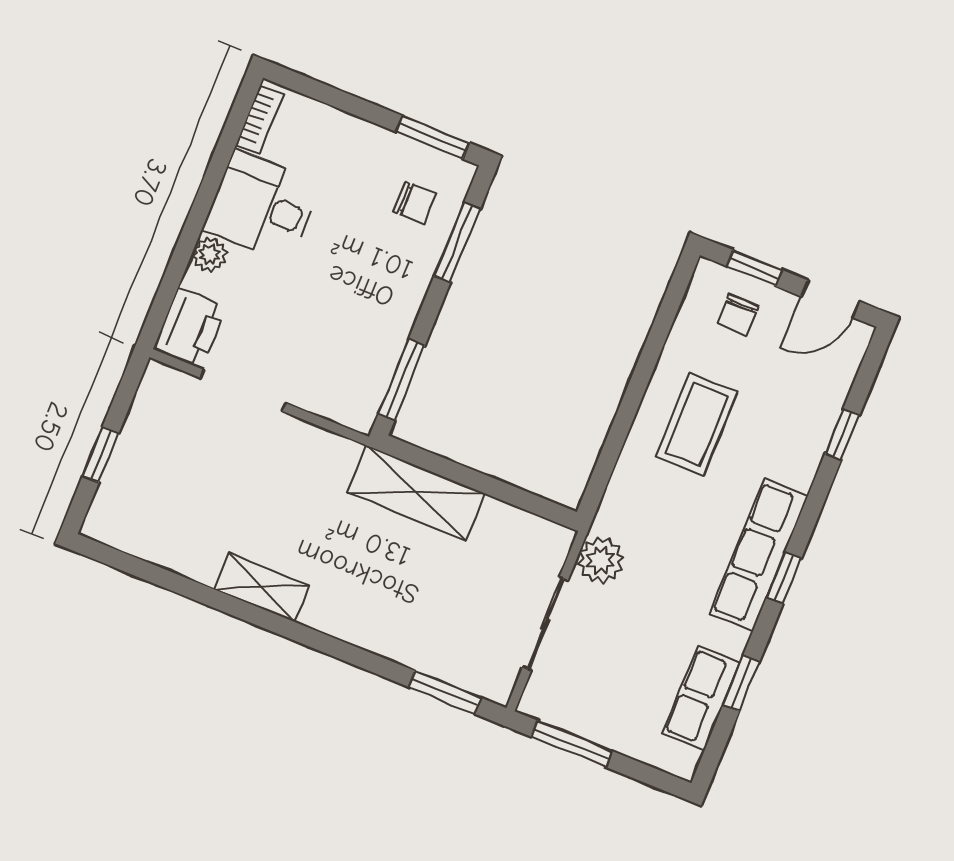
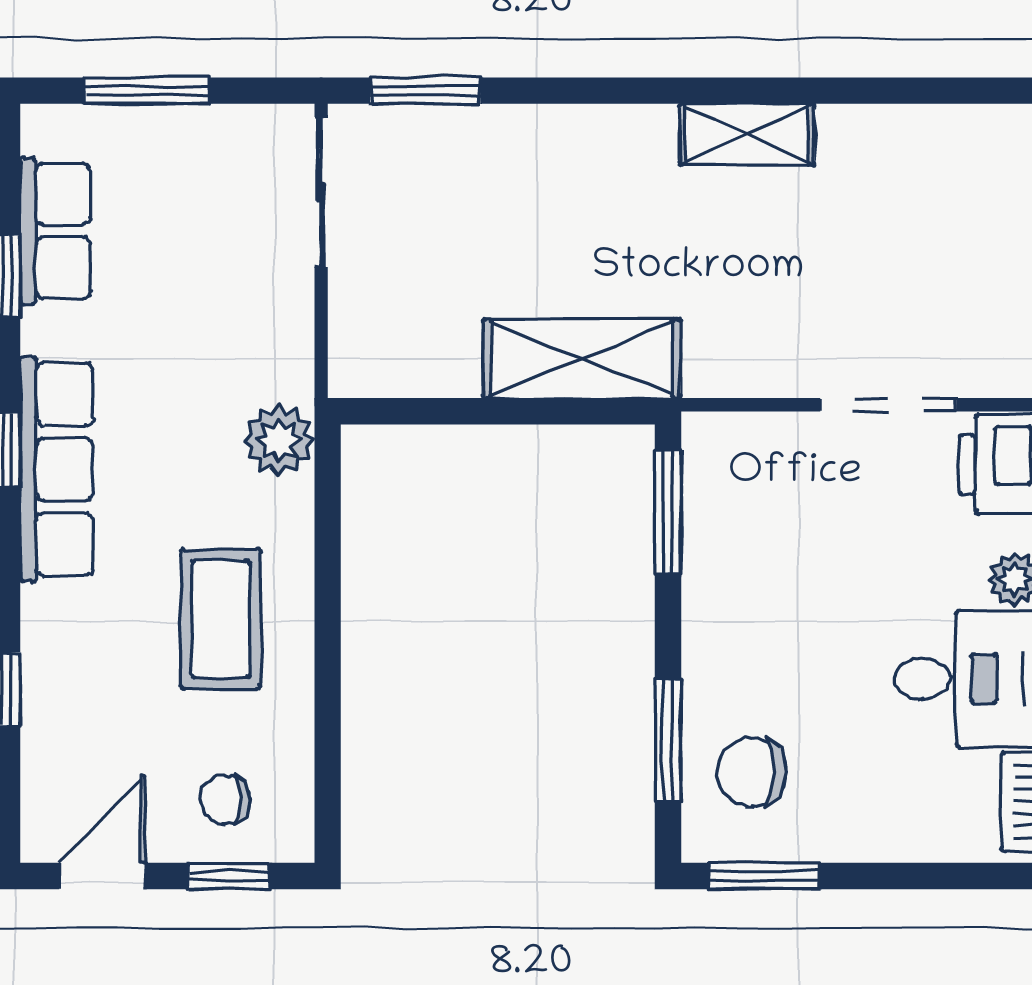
chair: (415, 203) -> (752, 772), width x1.37, depth x1.37
chair: (738, 315) -> (225, 799), turned -90
plant: (601, 560) -> (279, 440), moved
sliding door: (545, 624) -> (321, 192), moved
window: (572, 744) -> (147, 91), moved

